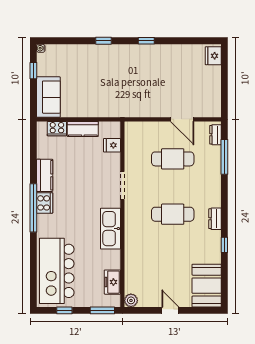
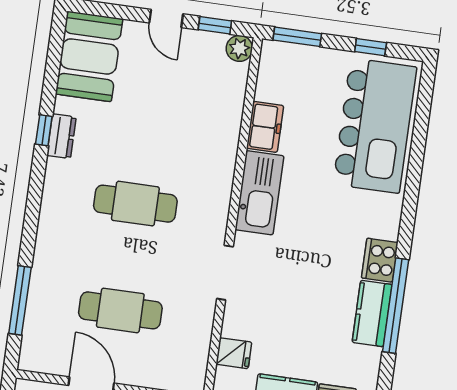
dresser: (215, 135) -> (31, 345), removed
window: (33, 208) -> (396, 306), moved
dresser: (215, 219) -> (62, 136), moved
freezer: (112, 282) -> (265, 127), moved
window: (145, 310) -> (215, 25), added

